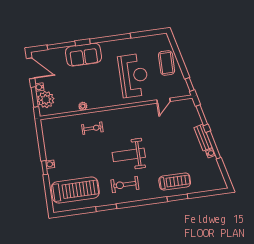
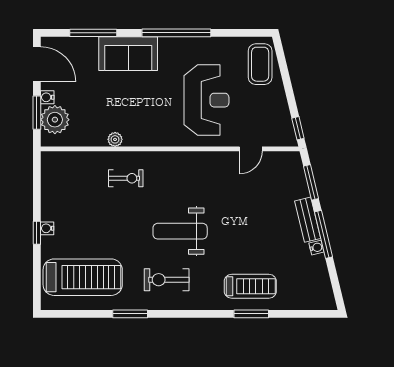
coffee table: (167, 63) -> (260, 64), moved

